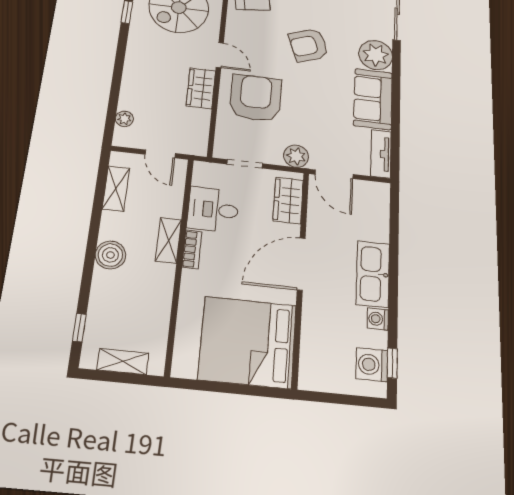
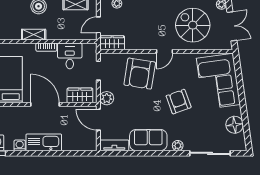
plant: (376, 55) -> (178, 146), width x0.53, depth x0.53
wardrobe: (201, 88) -> (112, 43), moved
armchair: (256, 98) -> (140, 74), turned 99
door: (334, 174) -> (98, 120), hinge flipped
shelving: (168, 240) -> (34, 35), moved

